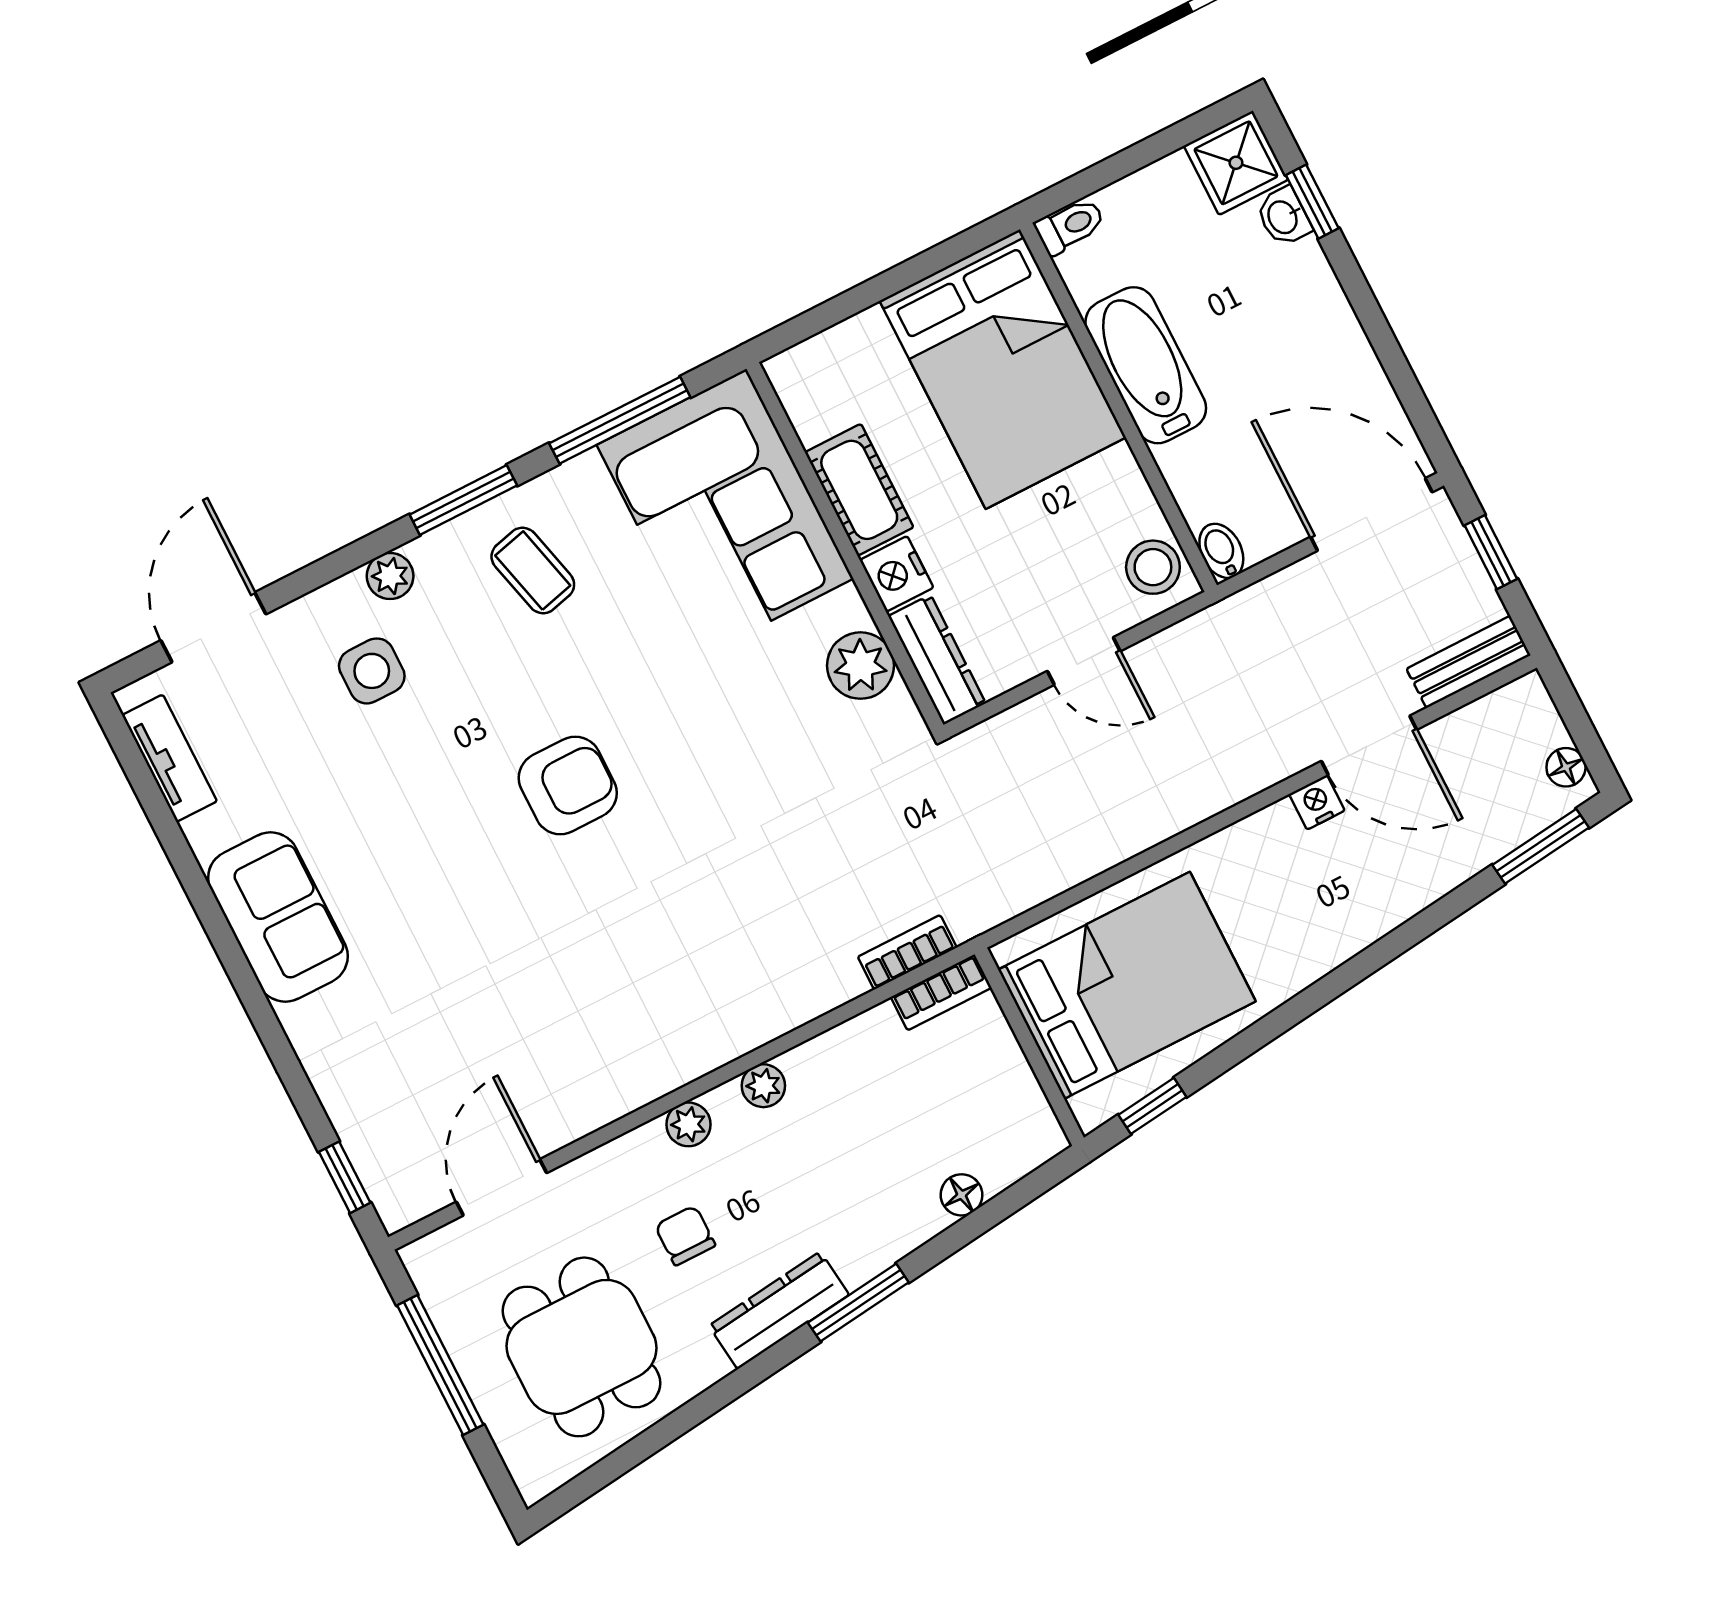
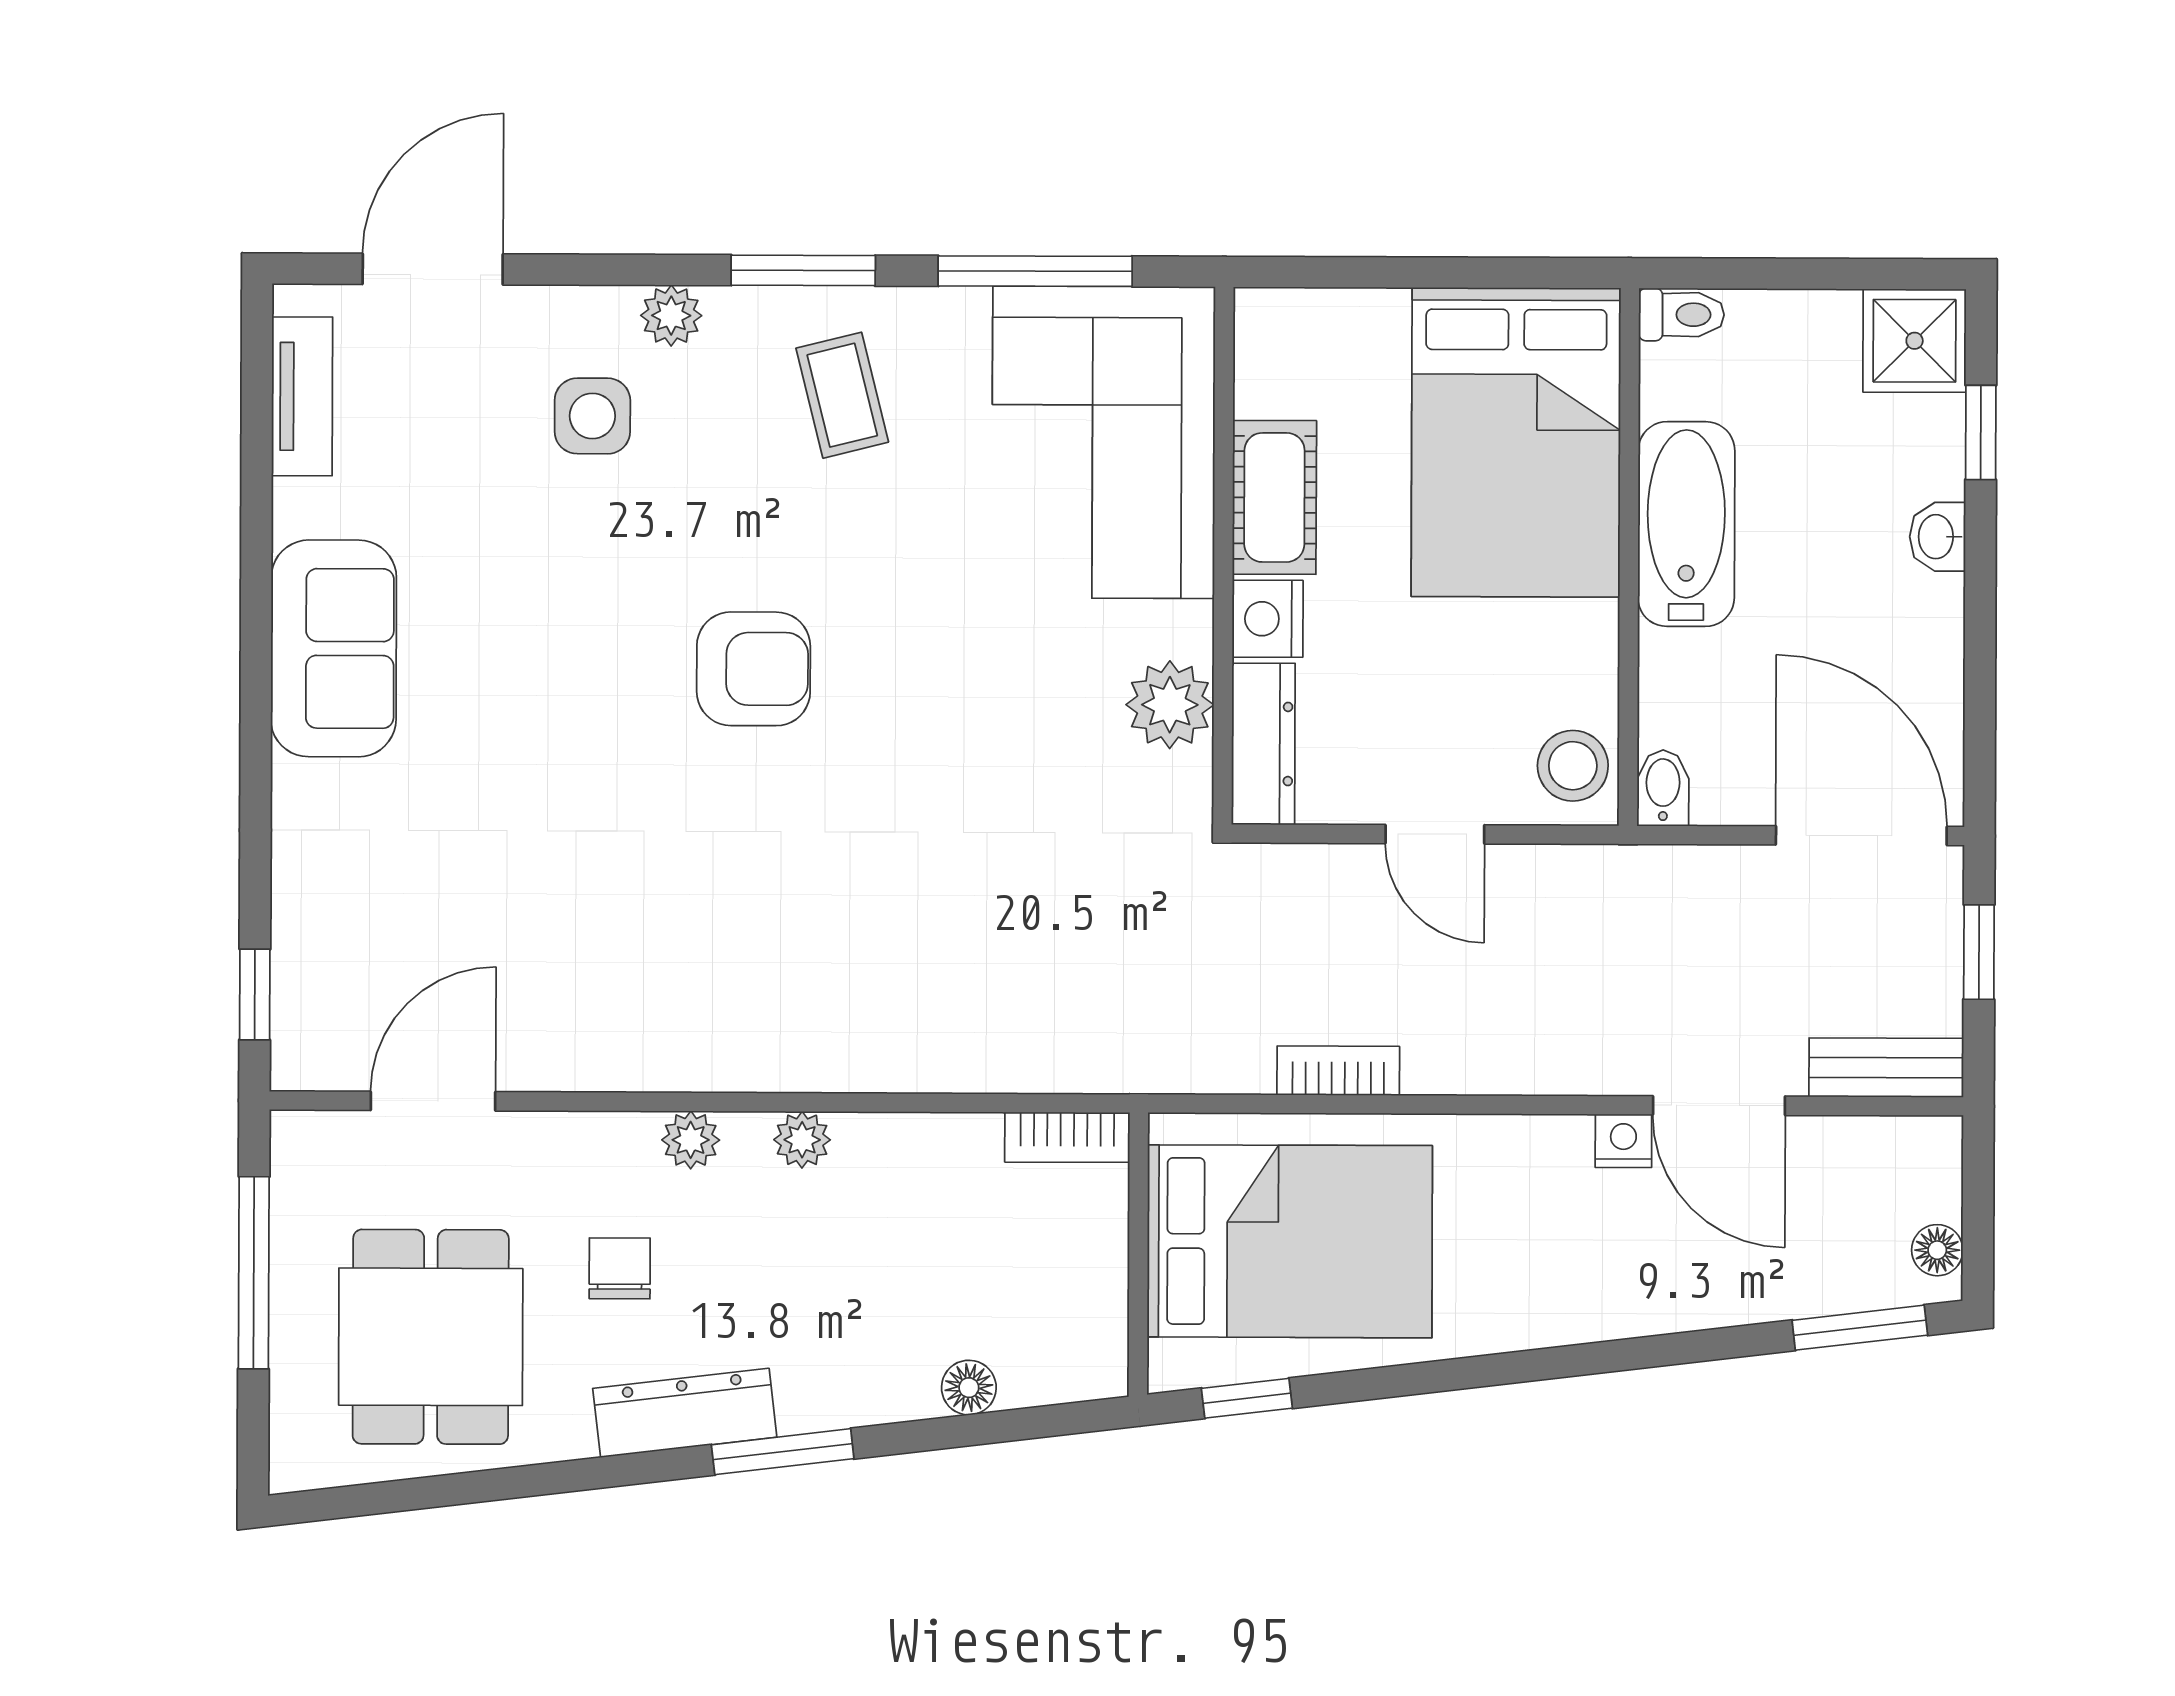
washbasin: (1284, 217) -> (1938, 537), moved
bookcase: (907, 952) -> (1338, 1071), moved

